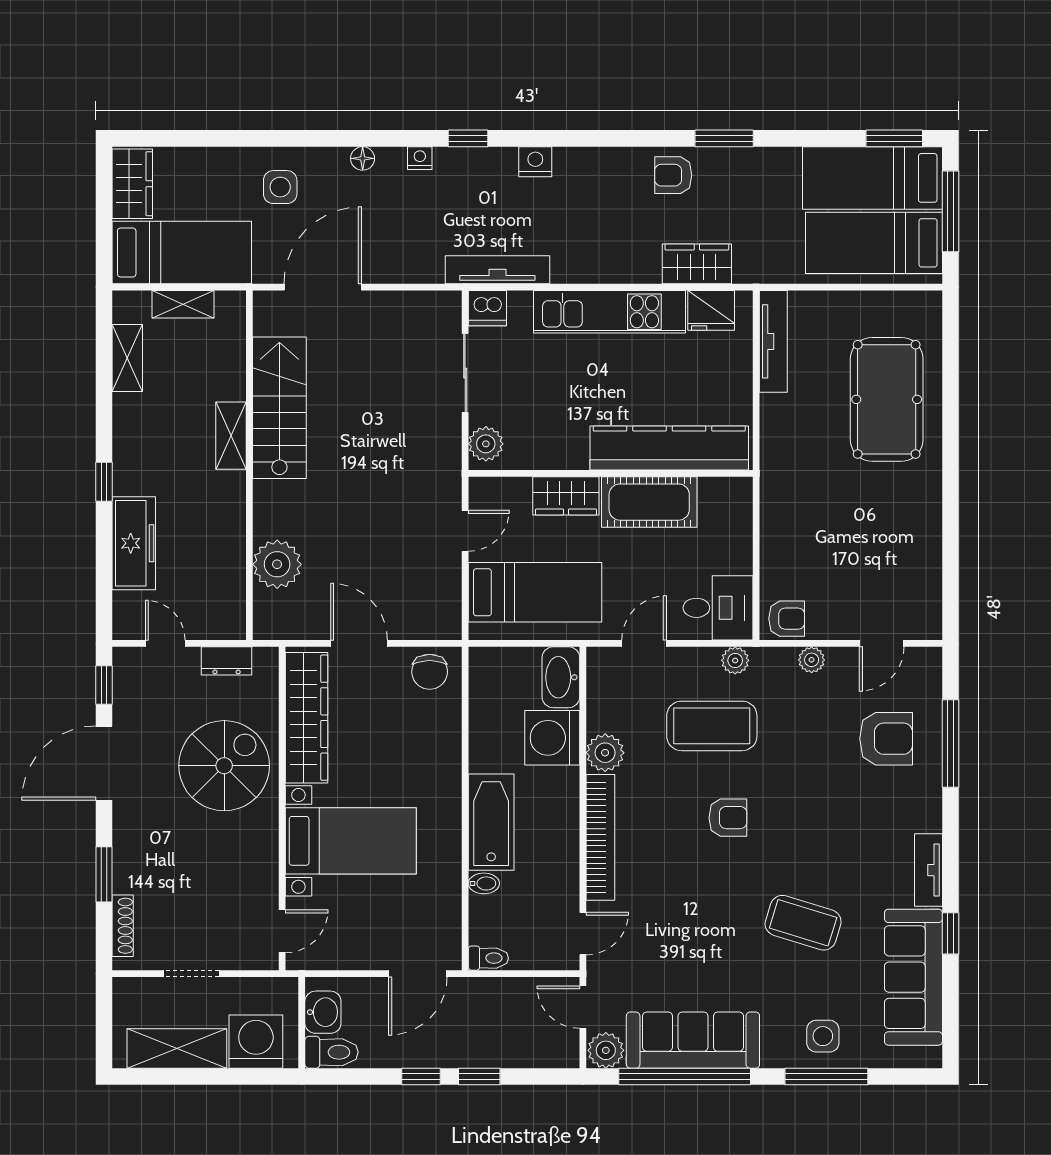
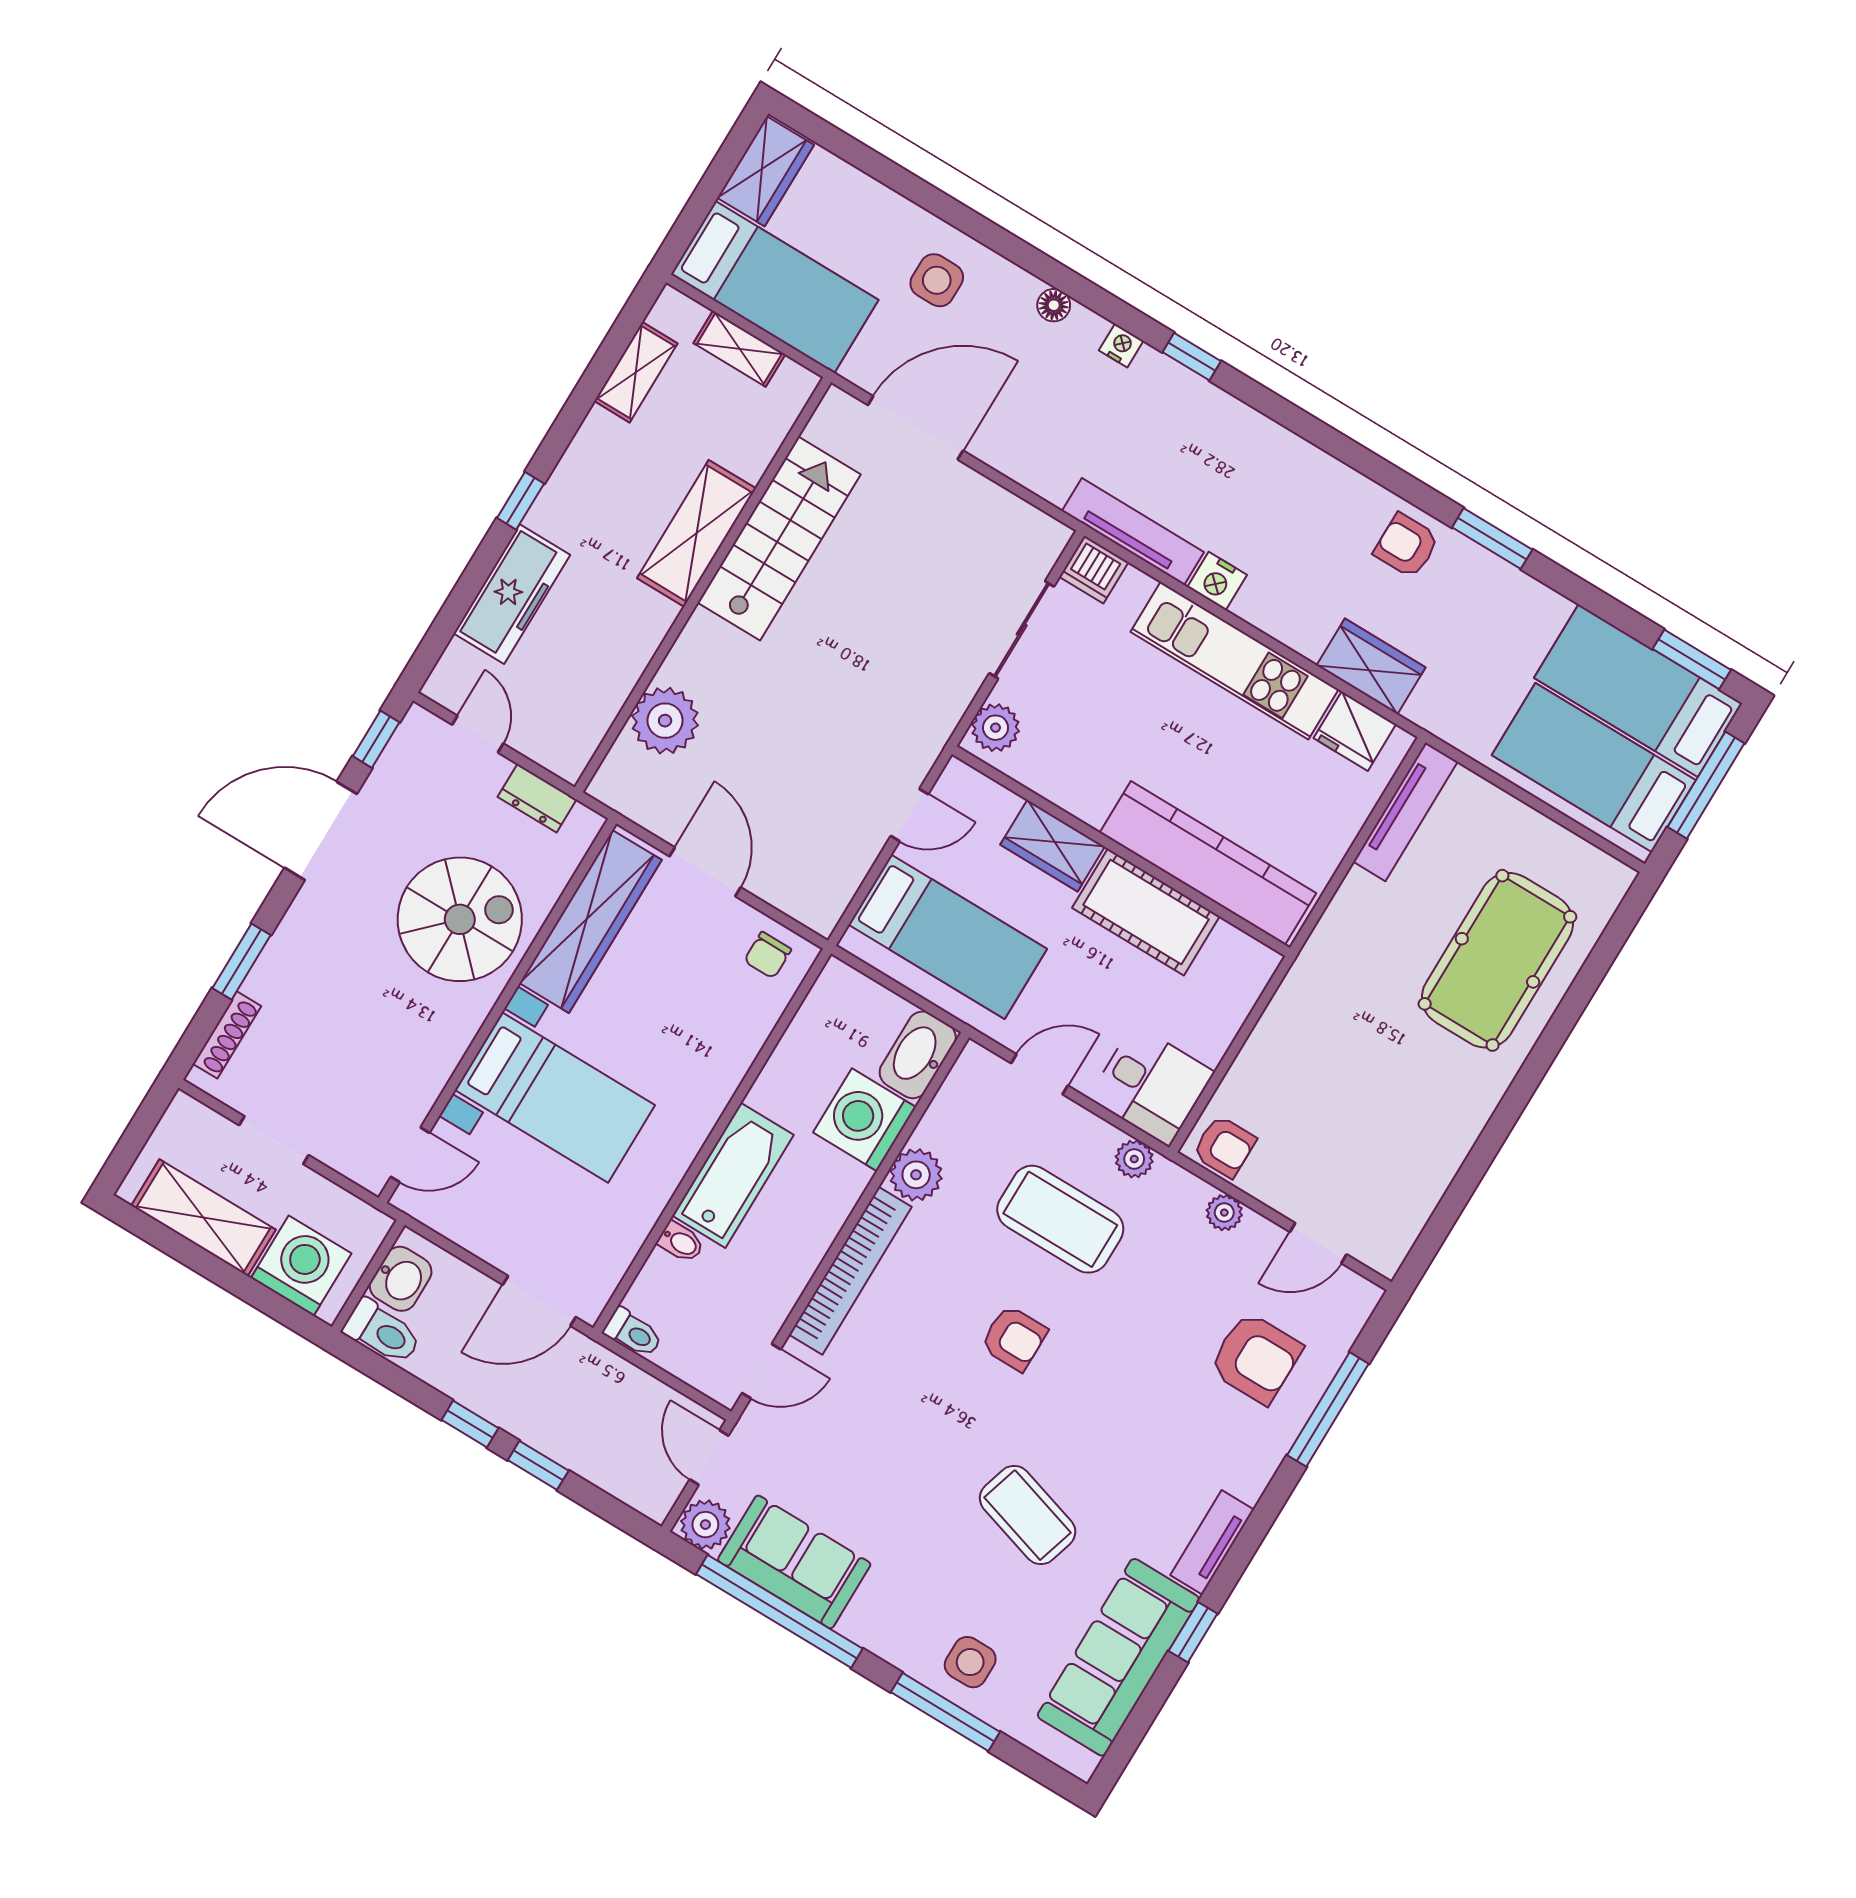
nightstand: (535, 162) -> (1217, 581), moved, turned 180
shelving: (231, 436) -> (696, 533), width x1.50, depth x1.33
chair: (430, 672) -> (768, 955), width x0.73, depth x0.73
sofa: (693, 1040) -> (794, 1562), width x0.73

